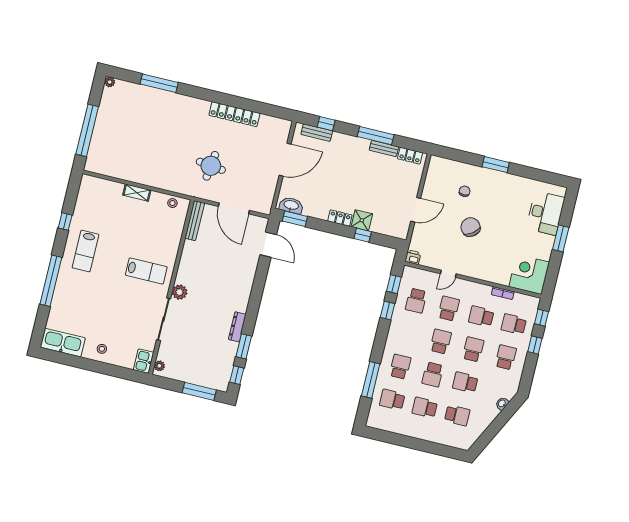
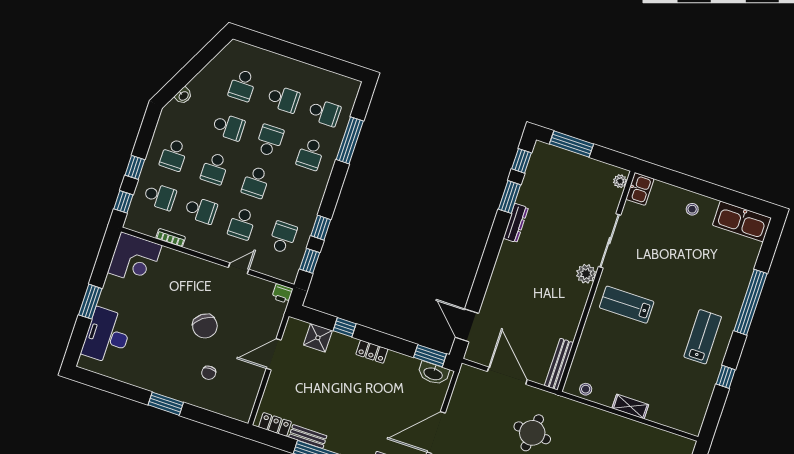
shower: (362, 220) -> (318, 338), moved
school desk: (457, 415) -> (242, 85), turned -90

